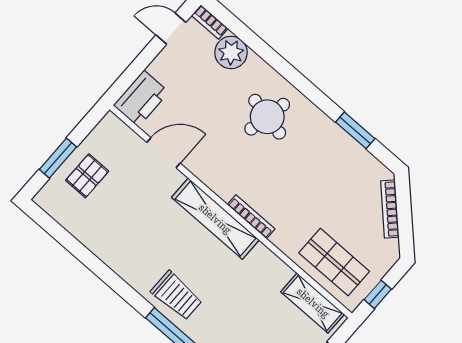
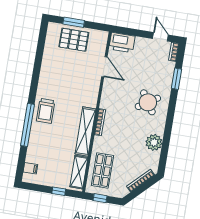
plant: (231, 52) -> (154, 142), moved
round table: (267, 117) -> (148, 102), turned 45
window: (355, 130) -> (177, 79), moved
pallet: (87, 176) -> (74, 40), width x1.50, depth x1.42
shelving: (215, 219) -> (85, 132), moved

